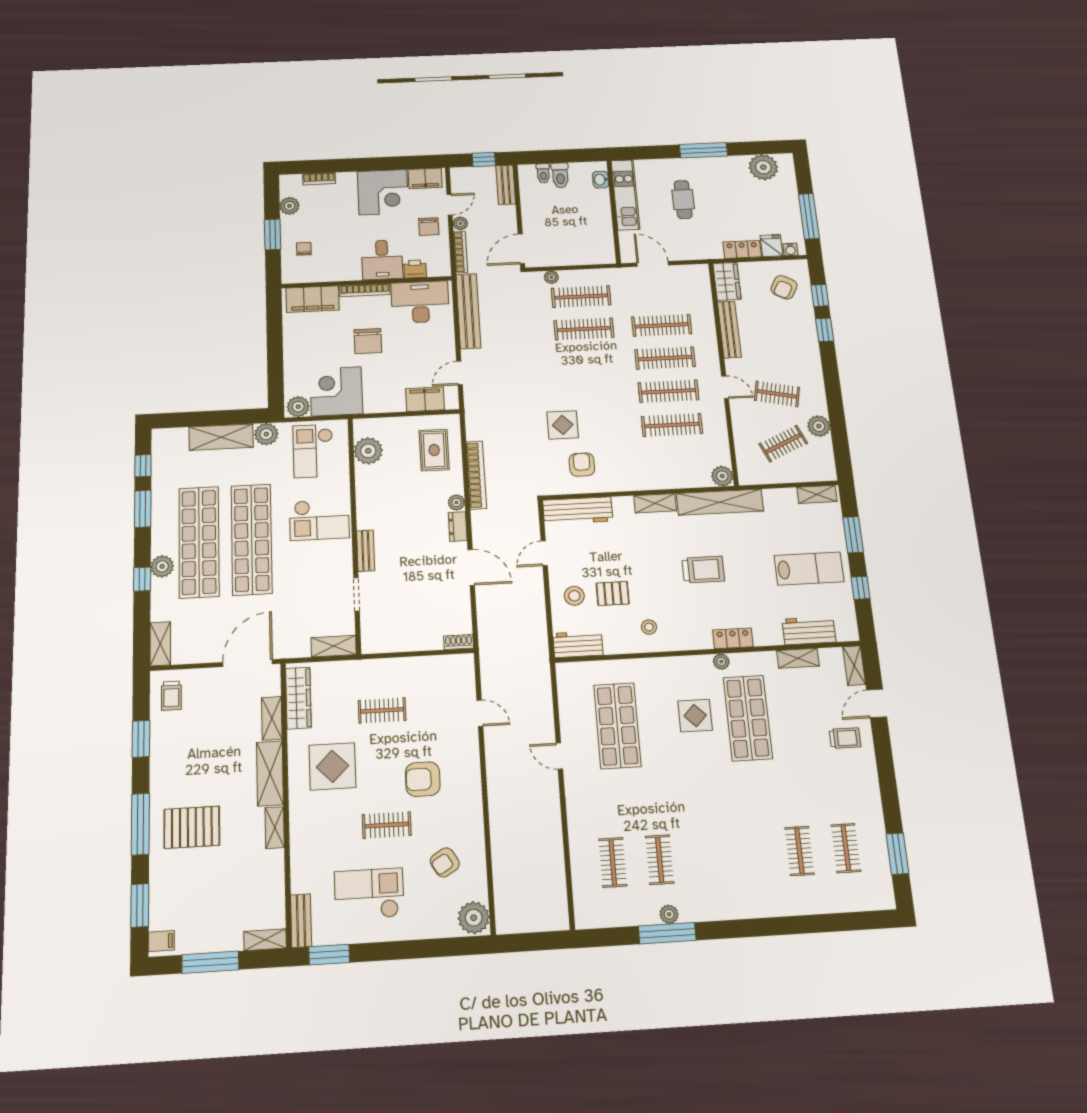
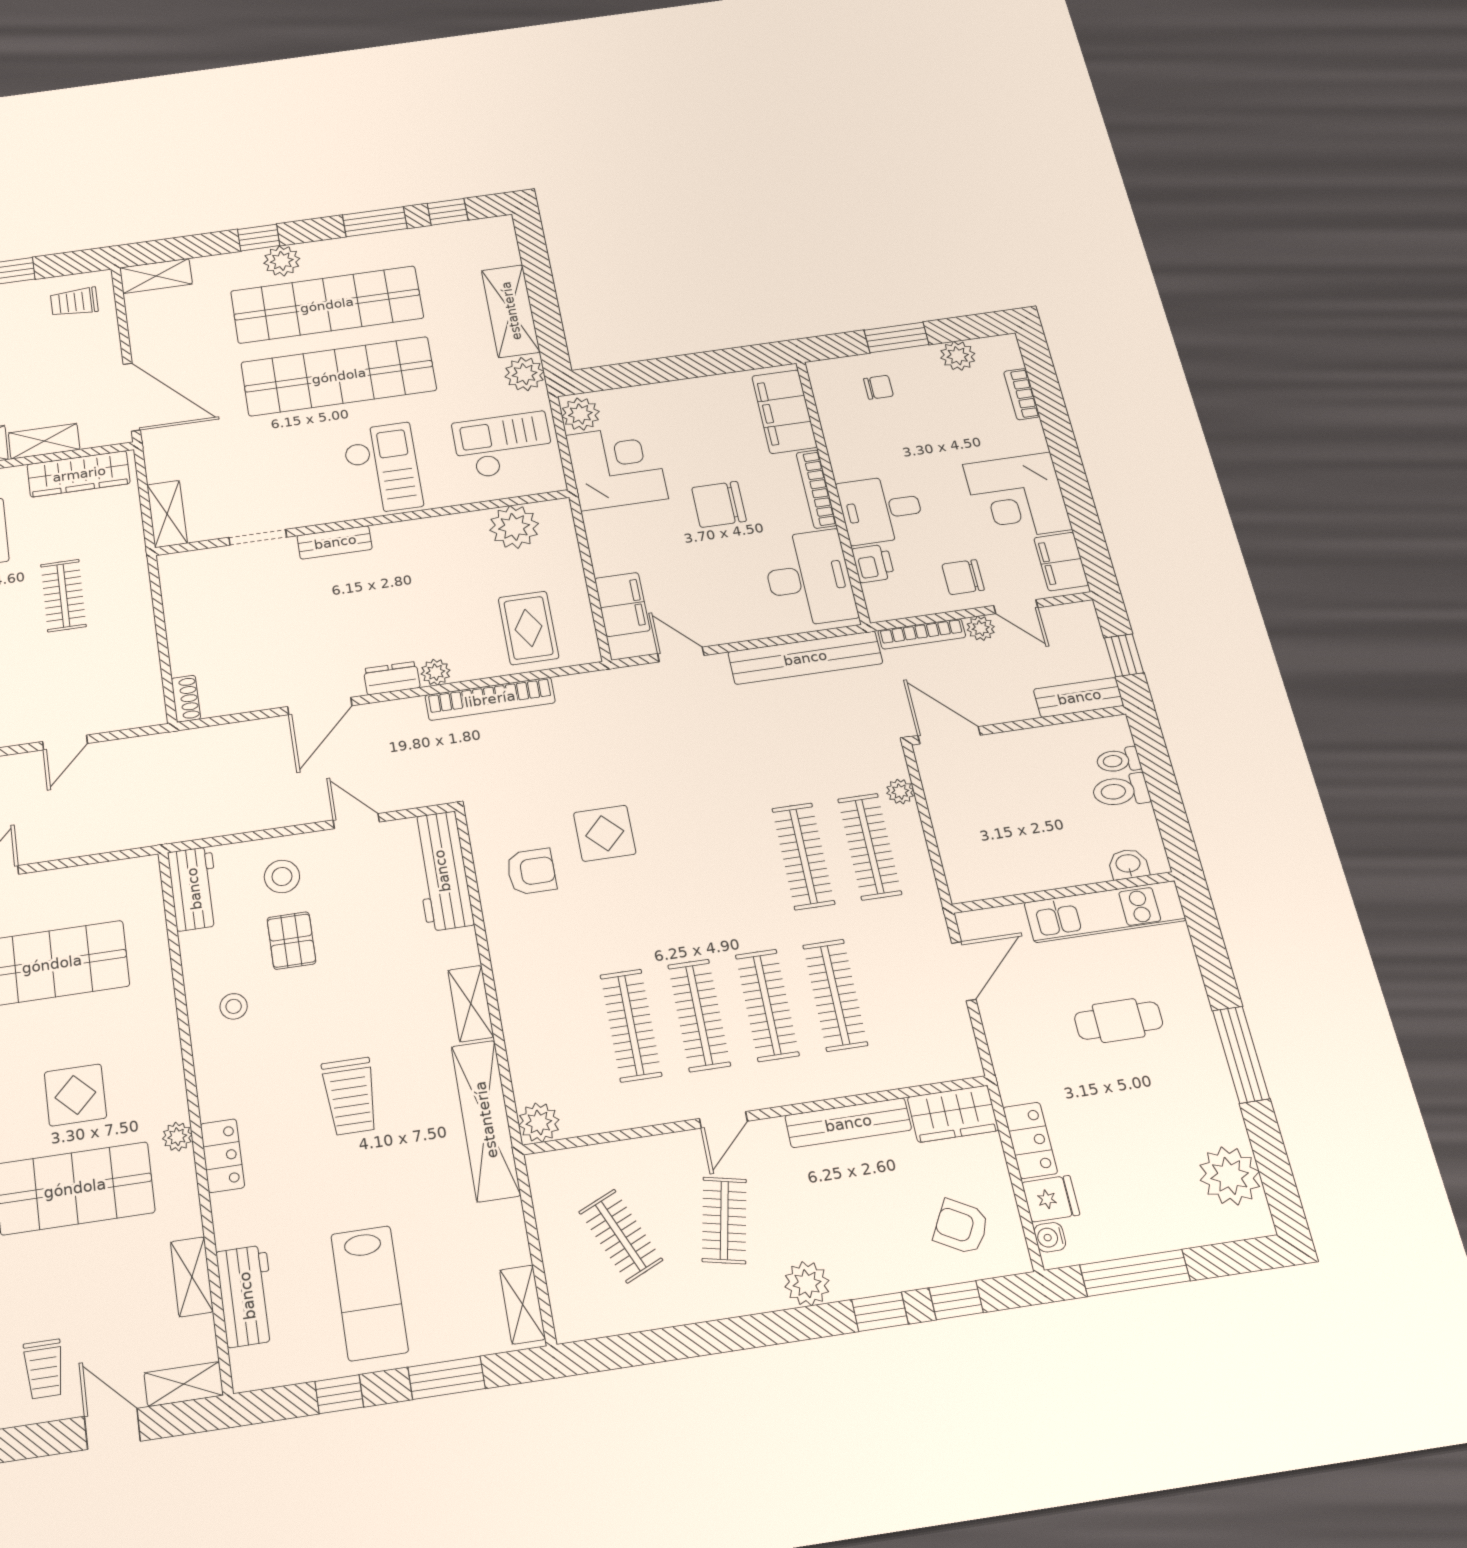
plant: (819, 426) -> (807, 1284), moved
rug: (434, 450) -> (528, 628), turned 90
checkout: (319, 520) -> (382, 469), turned 180

